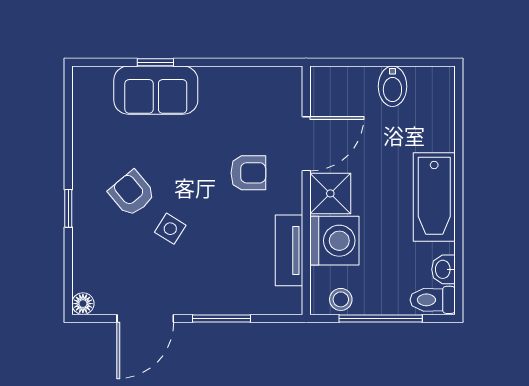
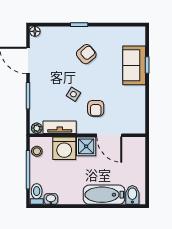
bidet: (392, 86) -> (132, 195), moved, turned 90
bathtub: (434, 197) -> (104, 195), moved
side table: (170, 229) -> (73, 94), moved
plant: (291, 300) -> (37, 128), added

